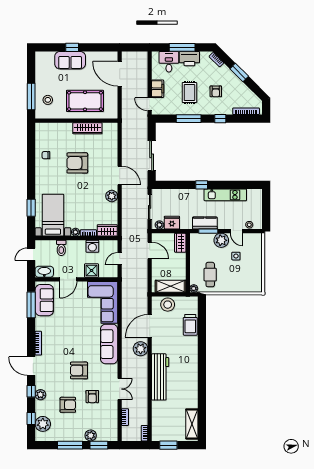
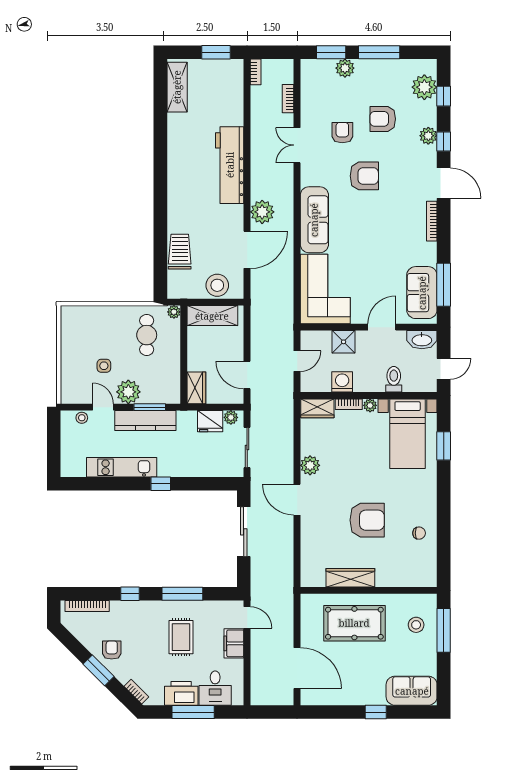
sofa: (70, 60) -> (412, 691), moved
armchair: (216, 91) -> (112, 650), moved
kitchen counter: (205, 223) -> (145, 421), width x1.50

